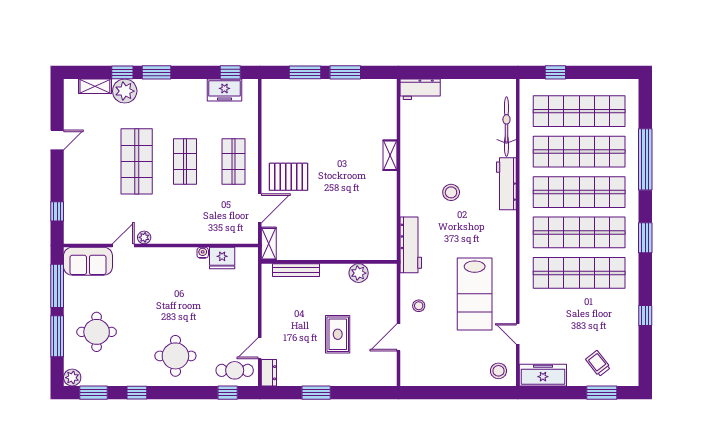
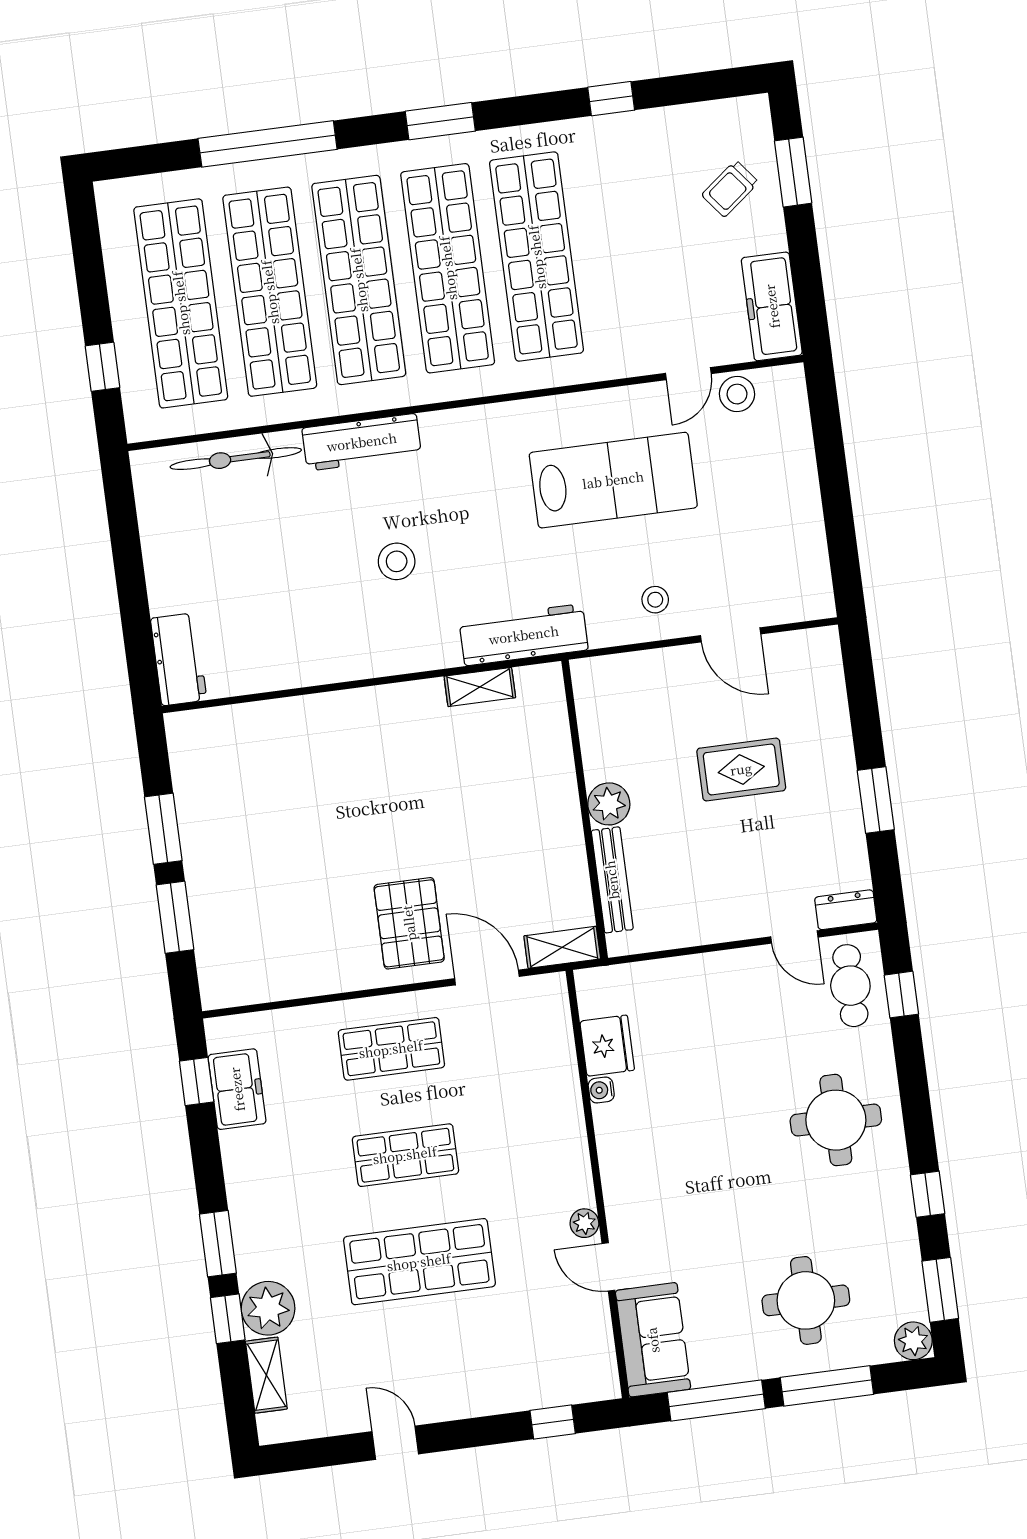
shelving: (390, 155) -> (480, 687), moved
plant: (359, 273) -> (609, 804), moved
stool: (498, 371) -> (737, 394), moved

